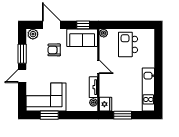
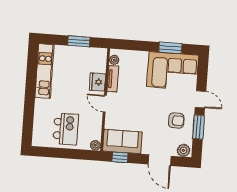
armchair: (54, 50) -> (176, 121), moved
door: (22, 76) -> (201, 99), hinge flipped
fridge: (105, 104) -> (97, 82), moved

